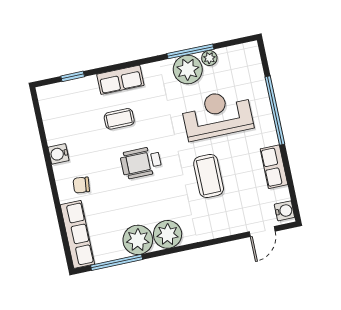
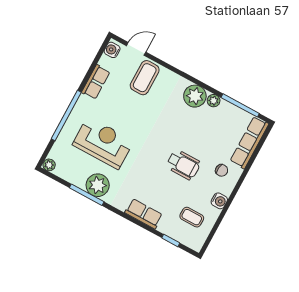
plant: (209, 58) -> (49, 165), moved
reception desk: (217, 115) -> (103, 143), turned 180
coffee table: (119, 119) -> (192, 217), moved
wheelchair: (141, 163) -> (183, 165), moved
coffee table: (209, 176) -> (145, 78), moved
plant: (138, 240) -> (214, 101), width x0.53, depth x0.53

